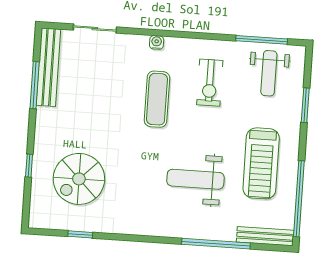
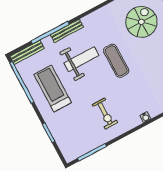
weight bench: (269, 73) -> (78, 137), removed
exercise bike: (210, 83) -> (105, 114), turned 180
exercise mat: (157, 99) -> (116, 61), moved
bench: (191, 231) -> (67, 31), added

